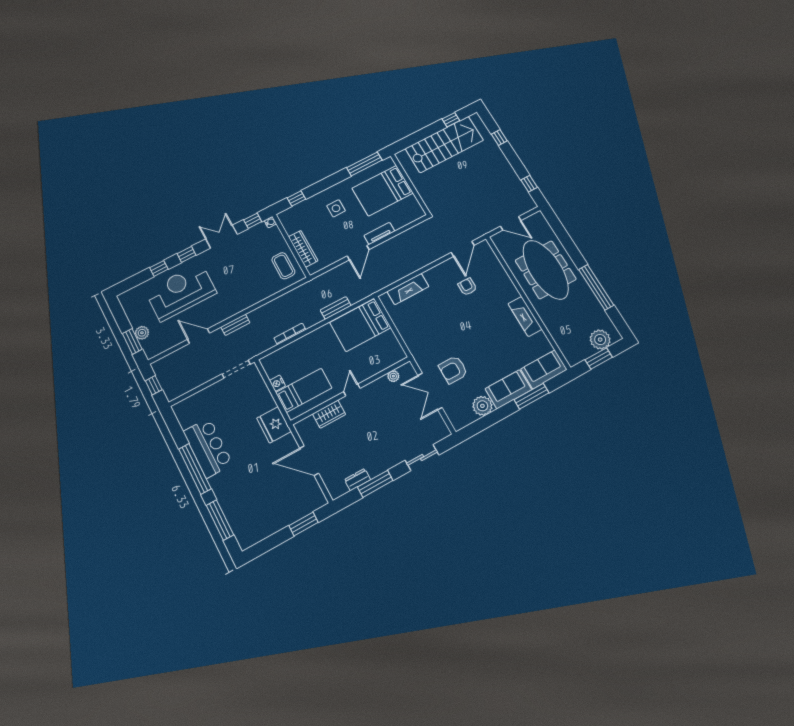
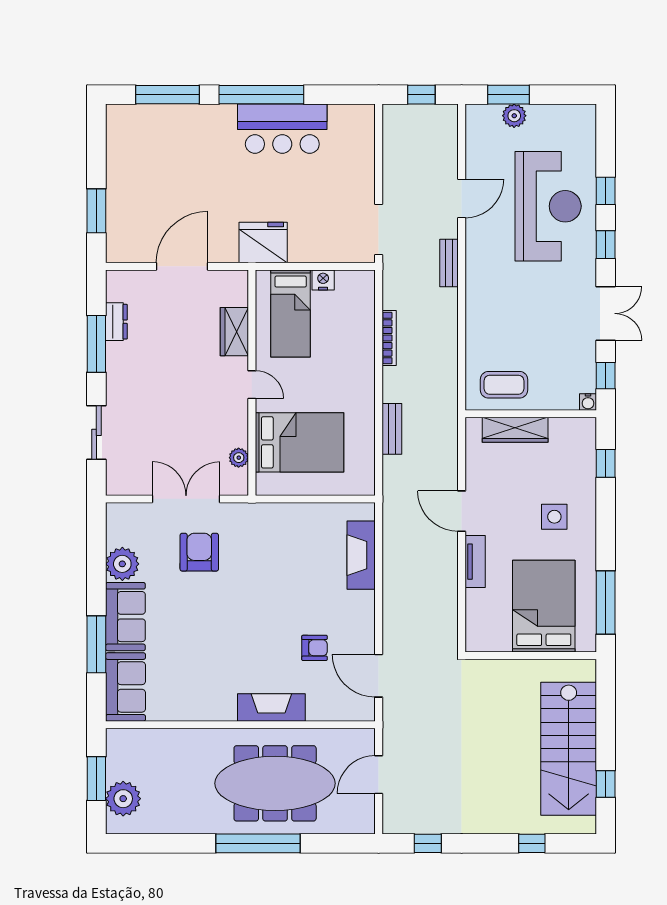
window: (596, 287) -> (258, 843), moved
fireplace: (525, 316) -> (271, 707), moved
bed: (360, 325) -> (300, 442), moved, turned 90

